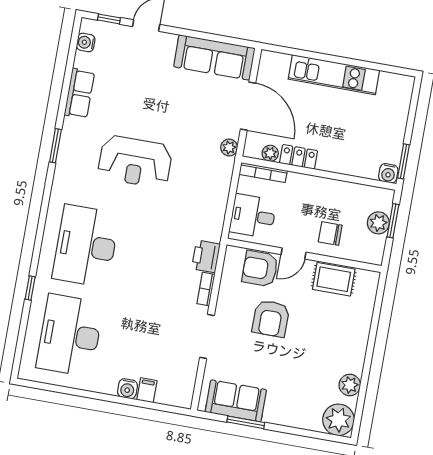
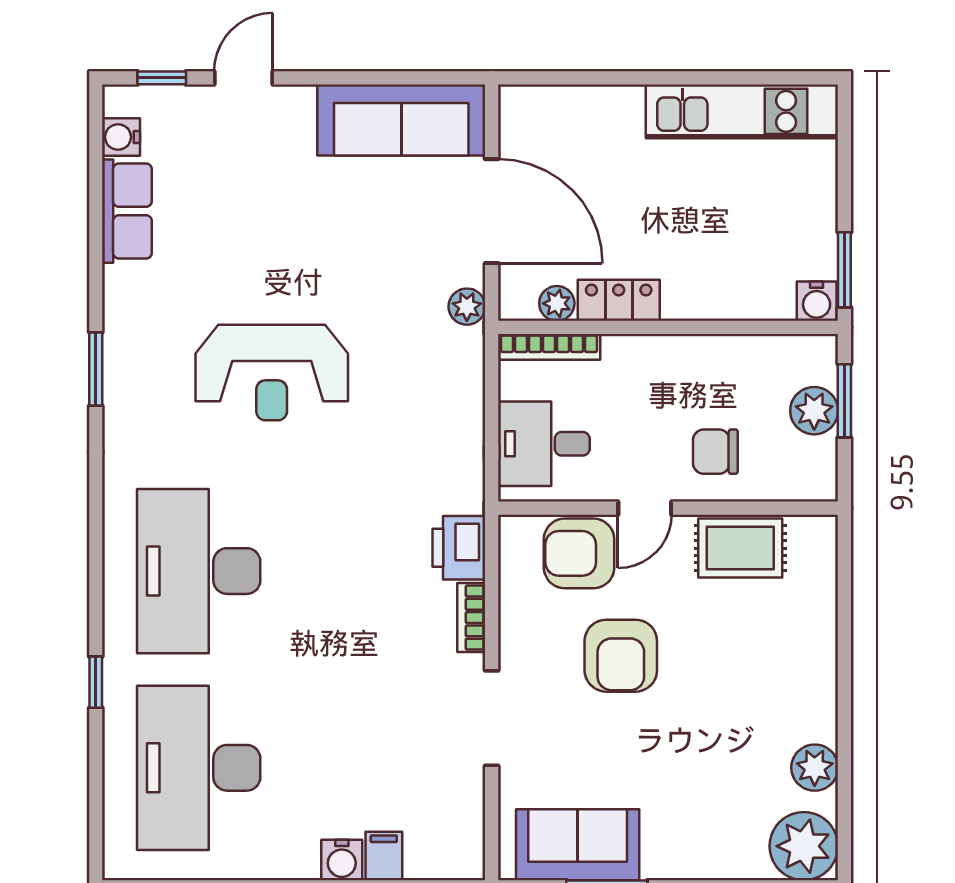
kitchen unit: (334, 75) -> (742, 111), moved
row of seats: (79, 93) -> (127, 211), moved

